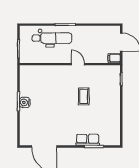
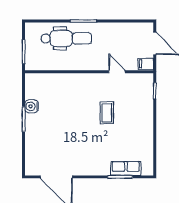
door: (78, 64) -> (117, 72), moved
water cooler: (25, 102) -> (32, 106), moved
row of seats: (88, 140) -> (126, 168), moved

